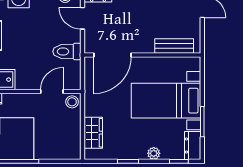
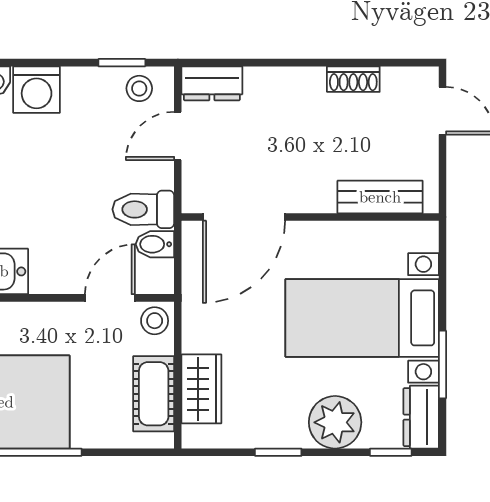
door: (83, 18) -> (178, 136), hinge flipped
bidet: (72, 67) -> (155, 244), added
cot: (72, 135) -> (154, 394), added
plant: (154, 153) -> (335, 422), width x1.88, depth x1.88

